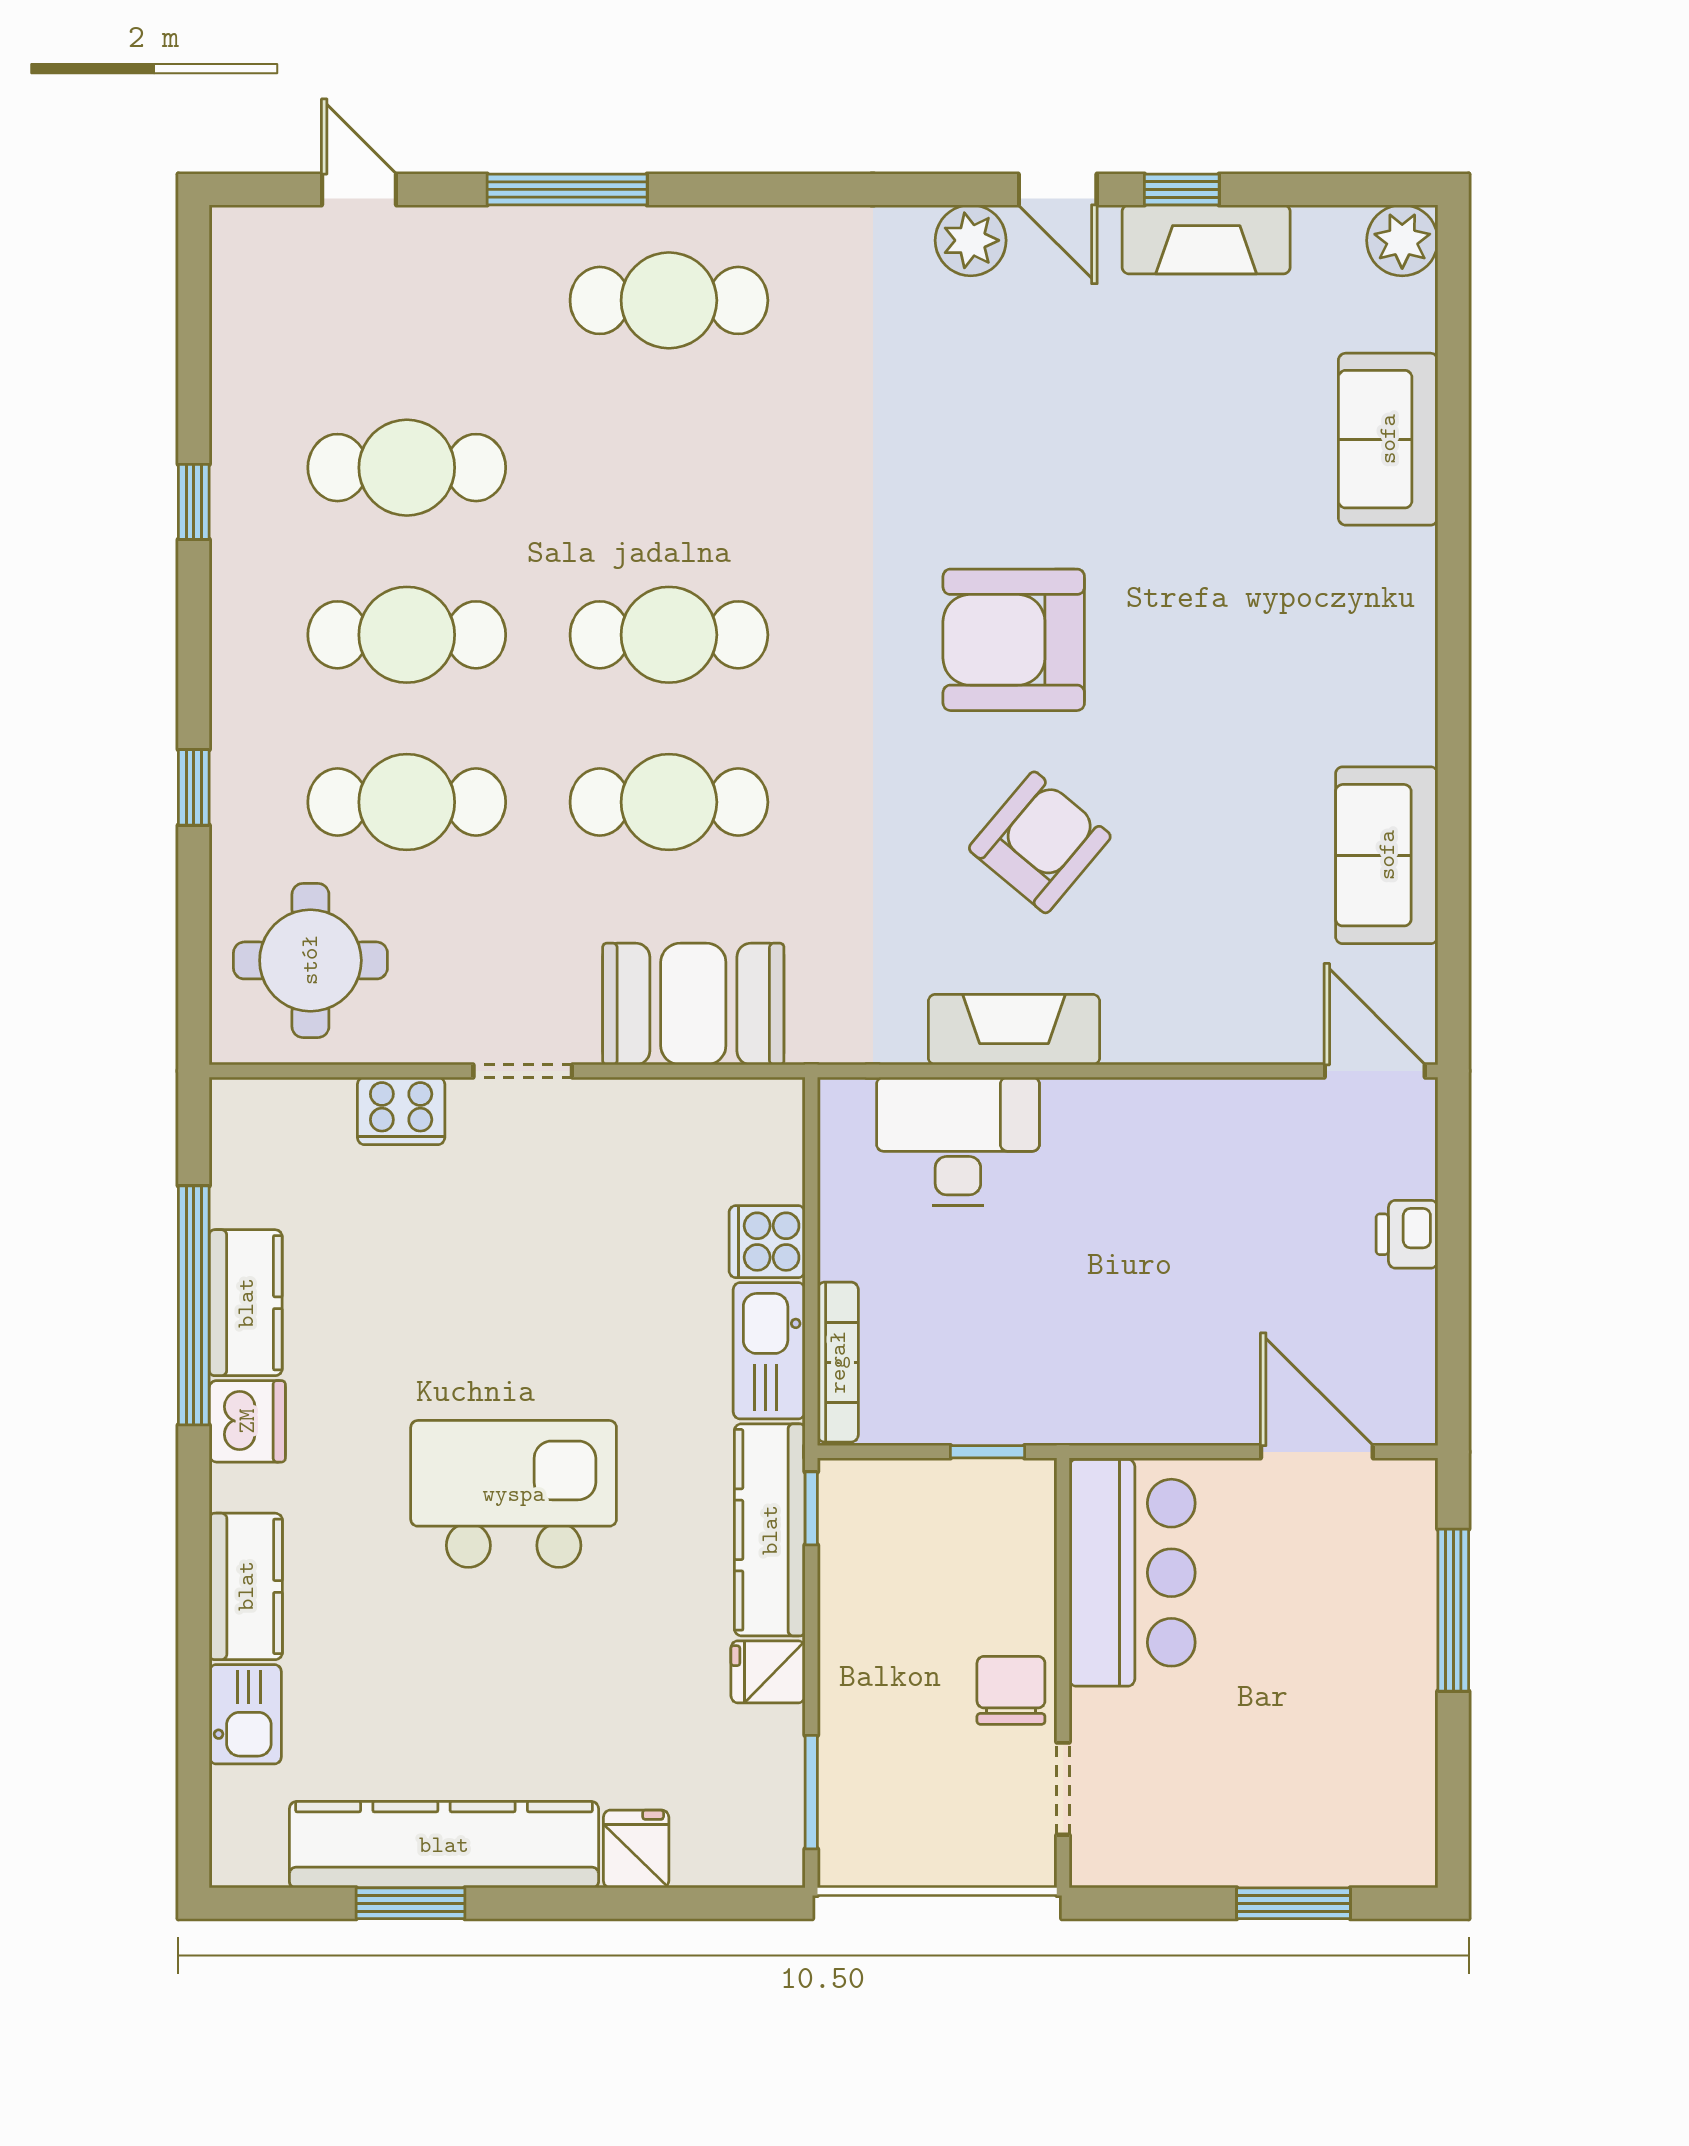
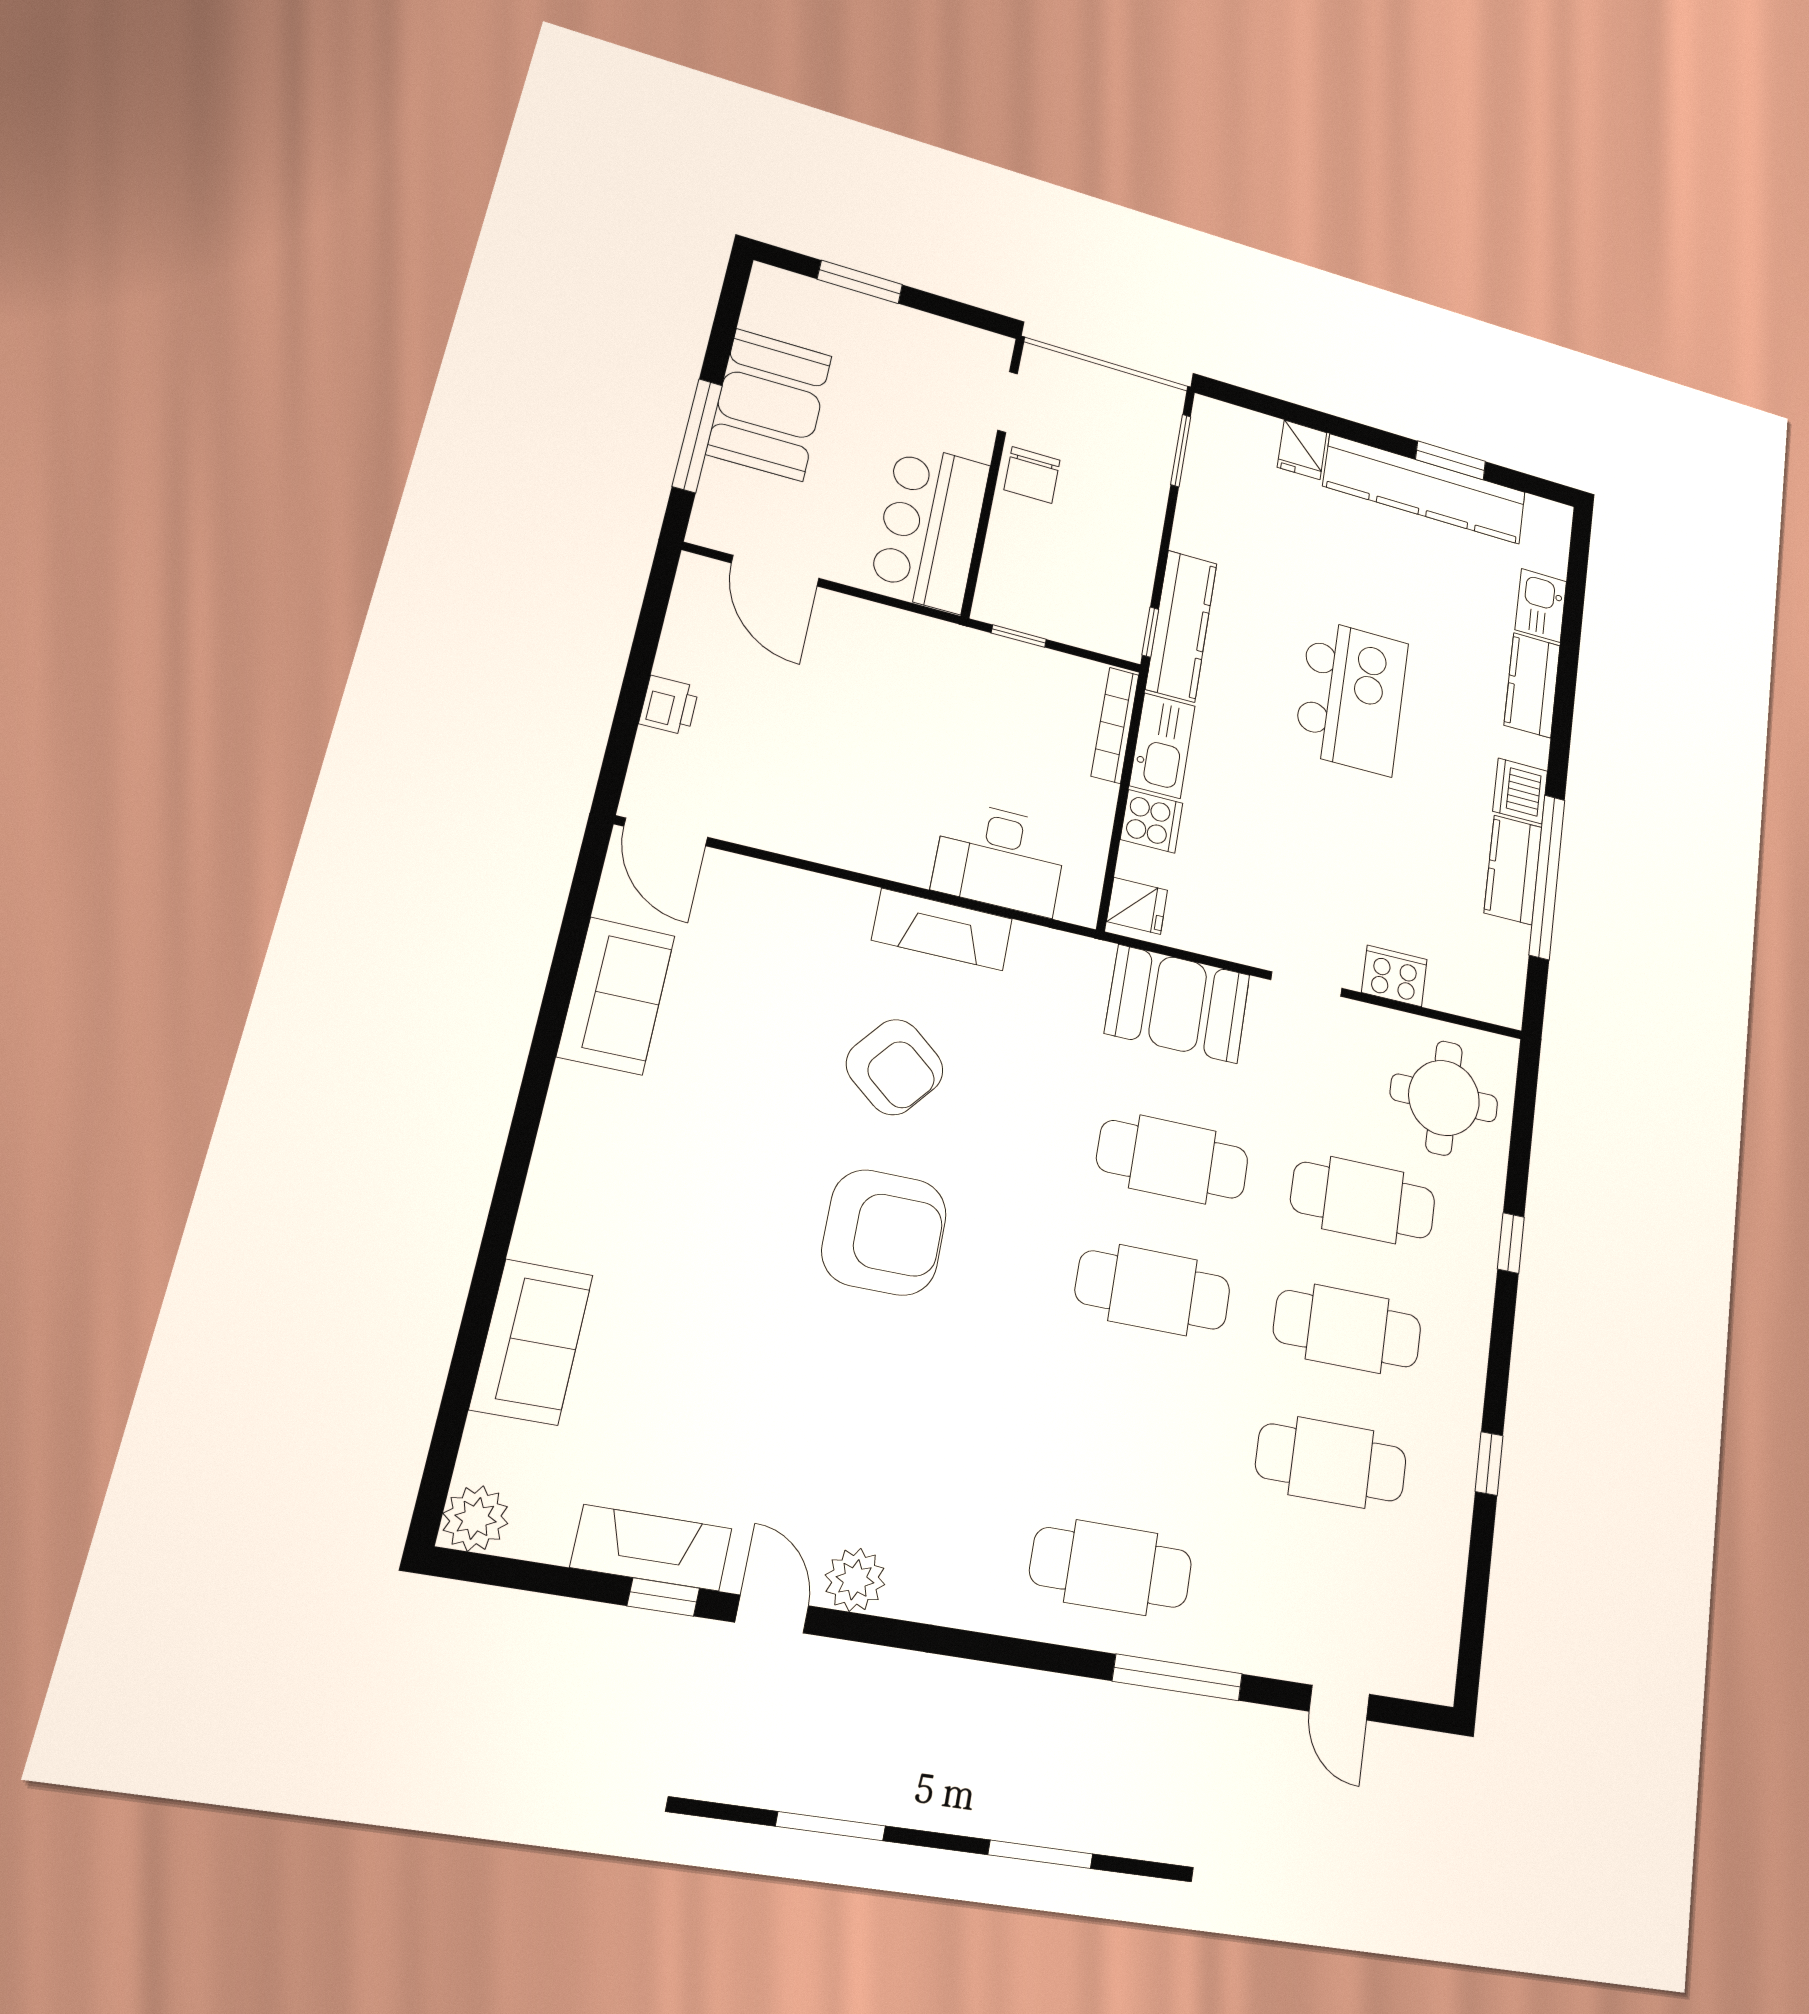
armchair: (1040, 842) -> (895, 1067), turned -91
kitchen island: (514, 1494) -> (1351, 697), turned -90
fridge: (768, 1672) -> (1137, 906), moved
booth: (1373, 1683) -> (769, 405), added

